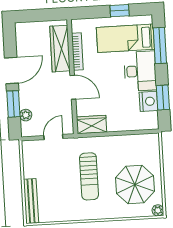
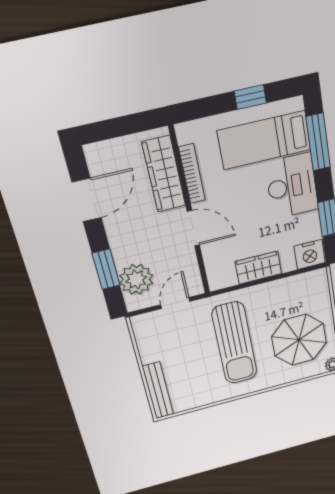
door: (11, 71) -> (87, 200), moved
nightstand: (148, 101) -> (310, 254), moved, turned 90
plant: (26, 115) -> (136, 279), width x1.87, depth x1.87
wardrobe: (92, 125) -> (258, 268), moved
sun lounger: (89, 176) -> (235, 343), width x1.36, depth x1.34

